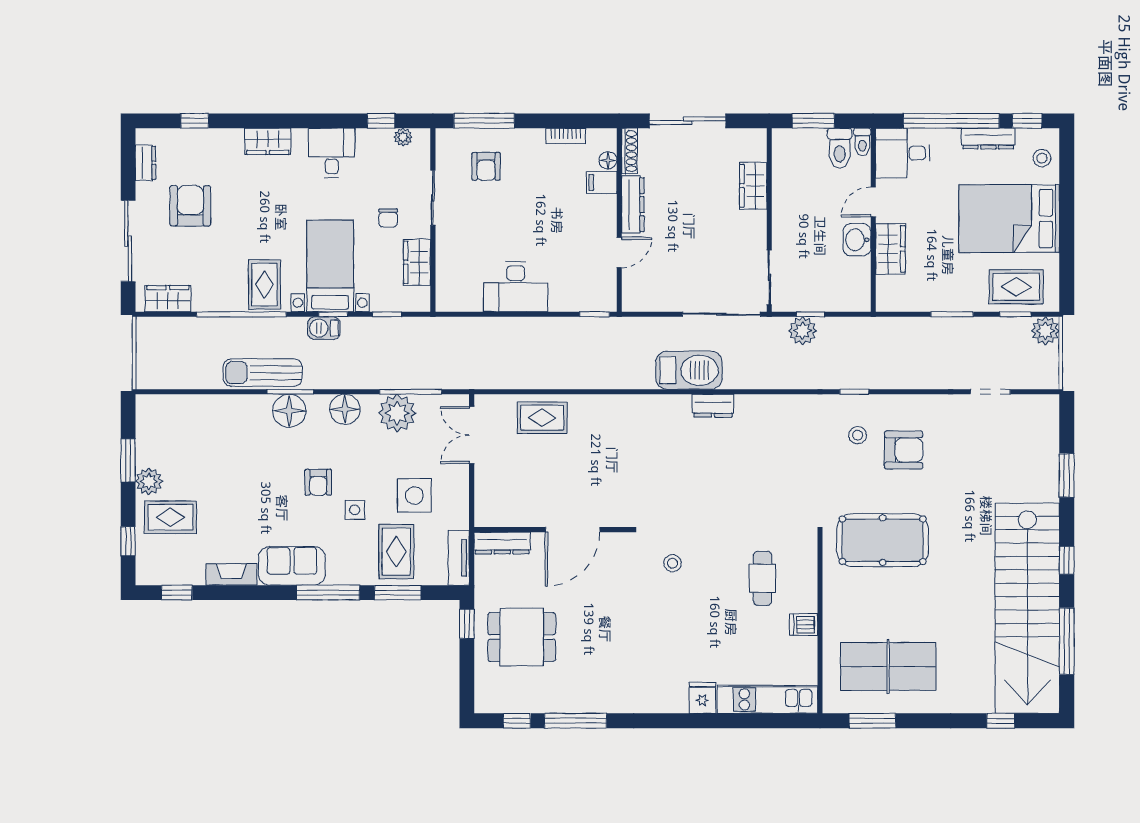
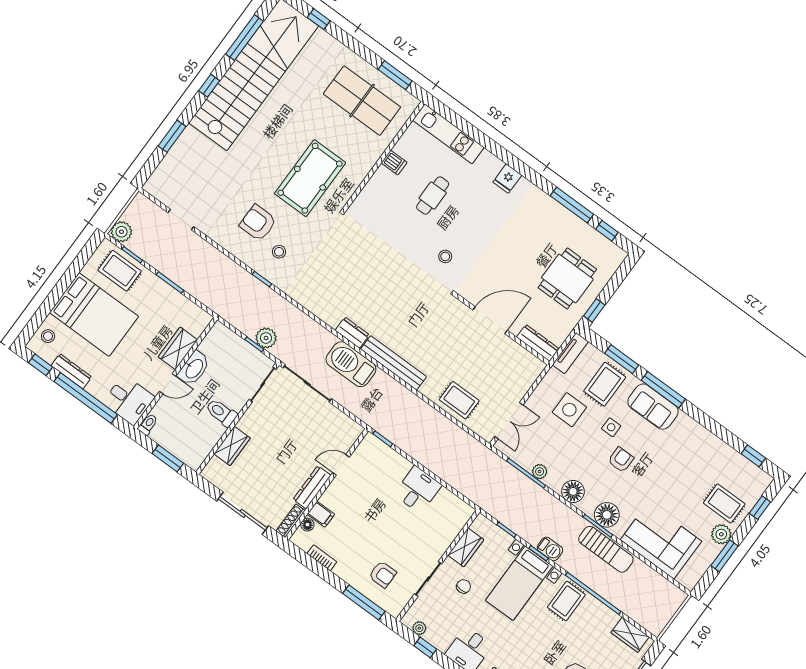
toilet: (840, 148) -> (221, 413), moved, turned -90
armchair: (486, 166) -> (383, 574), turned 90
washbasin: (857, 240) -> (194, 368), width x1.38
desk: (516, 287) -> (418, 490), width x0.73
bench: (644, 406) -> (394, 363), added
plant: (397, 413) -> (540, 472), width x0.53, depth x0.53
corner sofa: (210, 426) -> (661, 541), added
pool table: (883, 540) -> (310, 178), turned 90
sofa: (292, 566) -> (653, 407), moved
fireplace: (231, 574) -> (713, 443), removed
cafe table: (763, 578) -> (433, 196), moved
dining table: (522, 637) -> (567, 278), turned 90
fridge: (702, 698) -> (507, 179), moved

